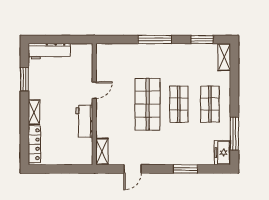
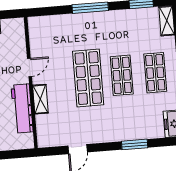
workbench: (84, 121) -> (22, 108), width x1.37
shelving: (102, 151) -> (40, 99), moved

